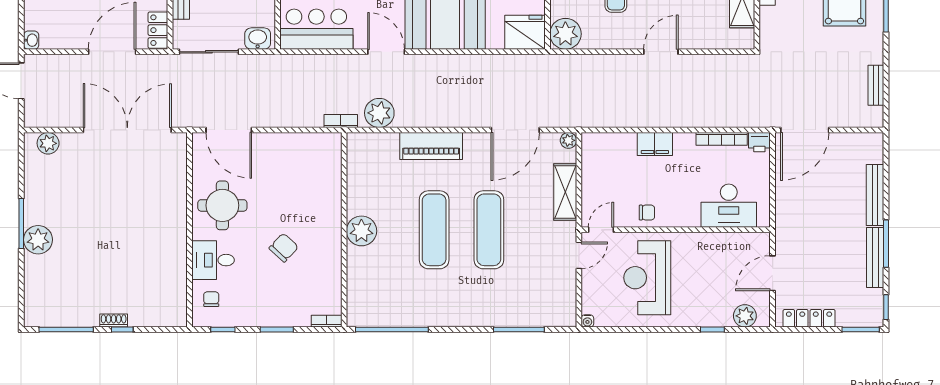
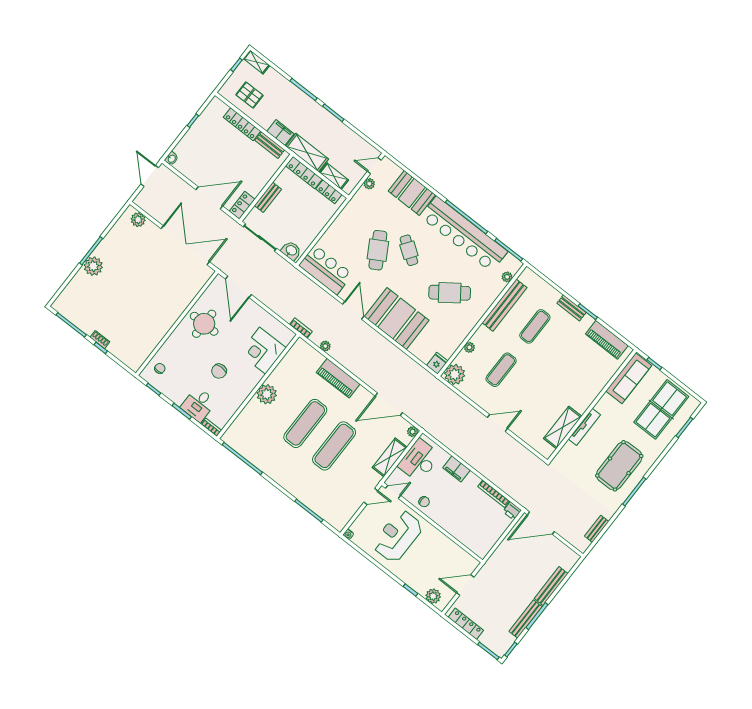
fridge: (525, 32) -> (437, 363), width x0.53, depth x0.75
plant: (379, 113) -> (325, 346), width x0.53, depth x0.53
corner desk: (316, 183) -> (263, 351), added
desk: (729, 206) -> (419, 460), moved, turned 90
chair: (284, 248) -> (219, 371), turned 137
desk: (213, 260) -> (198, 404), moved, turned -90

